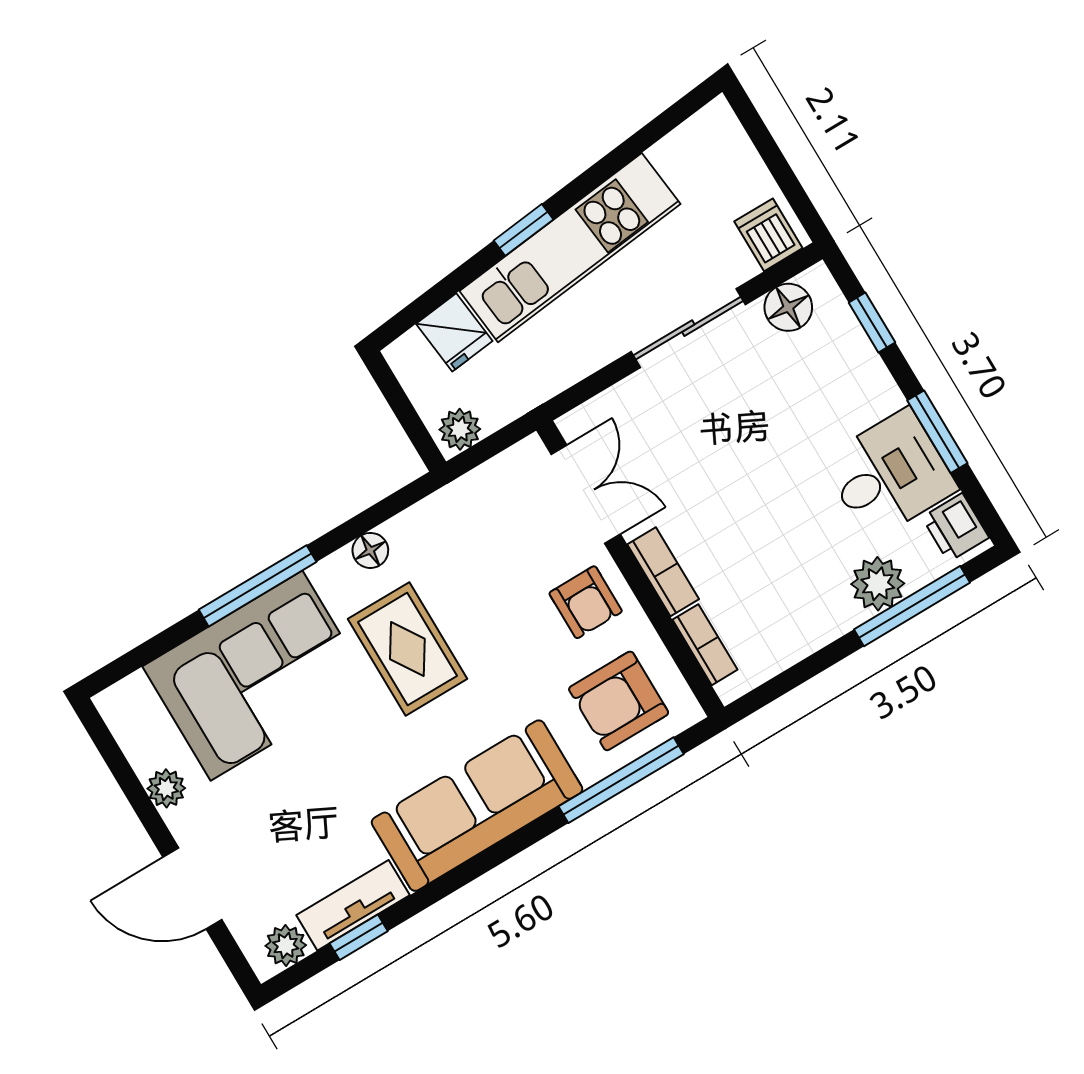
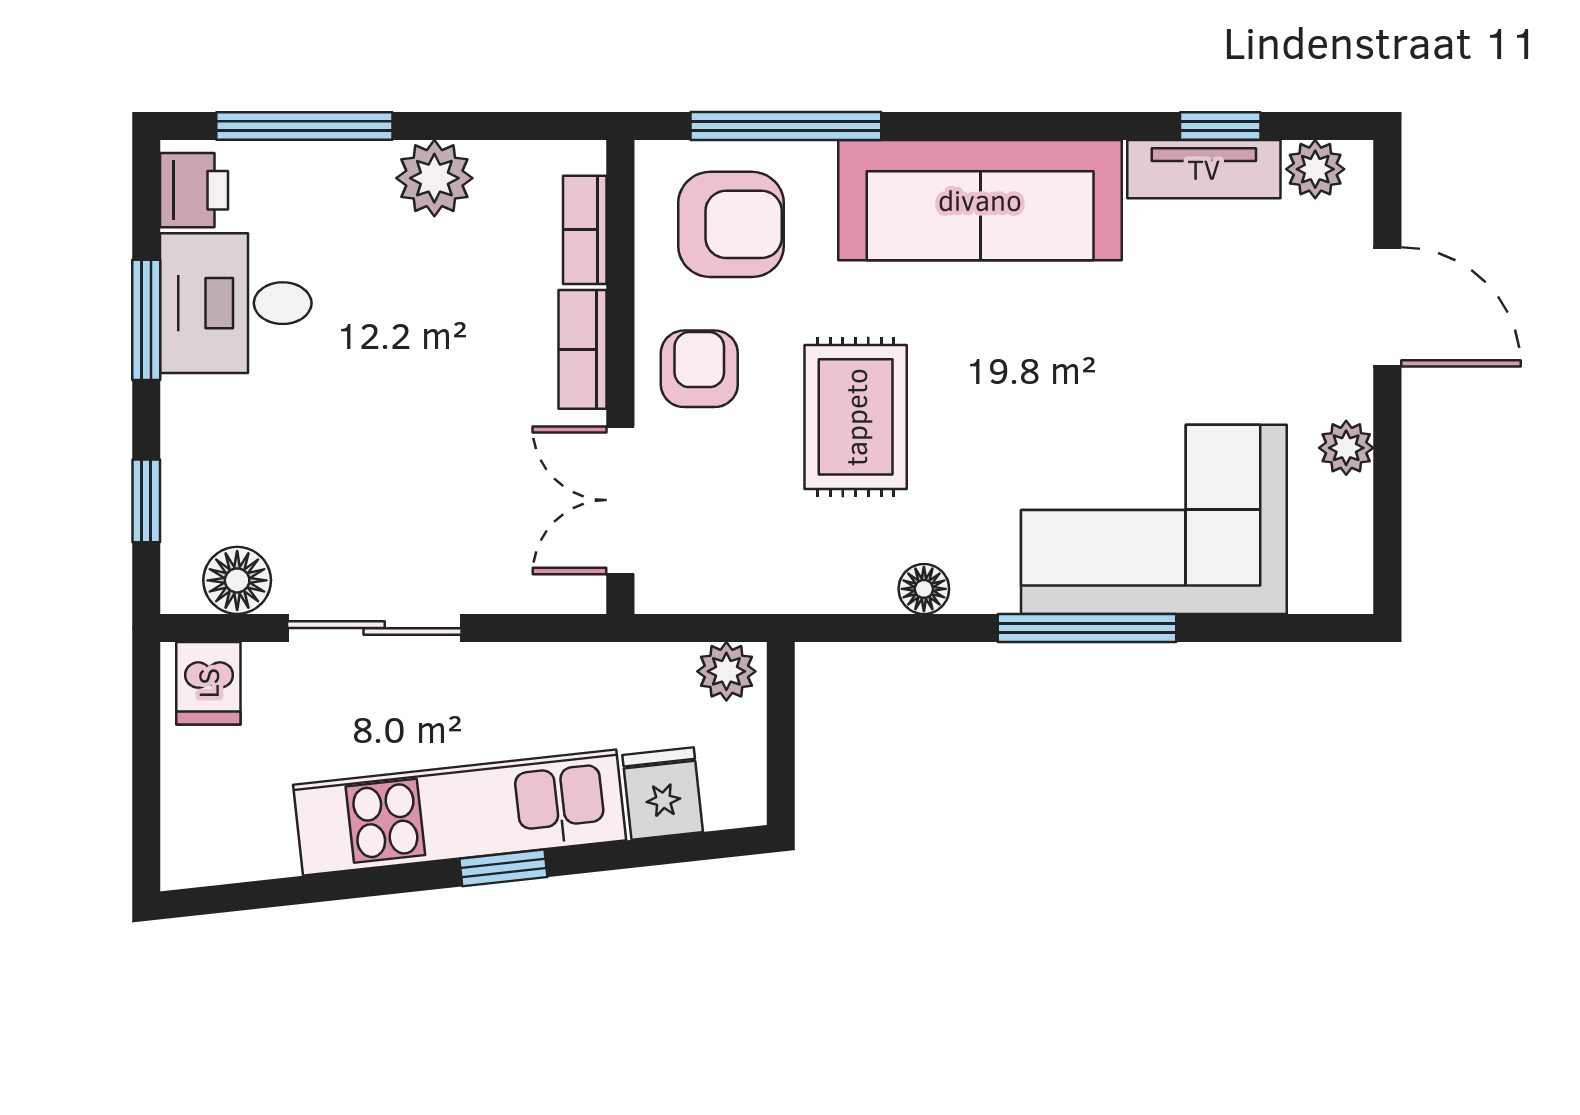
plant: (878, 584) -> (434, 178), moved
rug: (407, 649) -> (856, 417), moved

